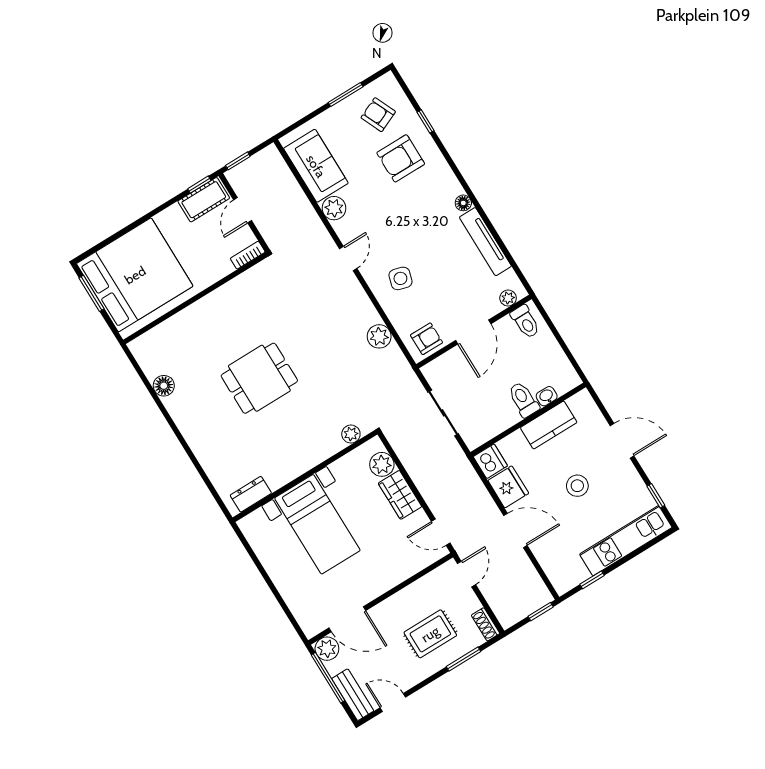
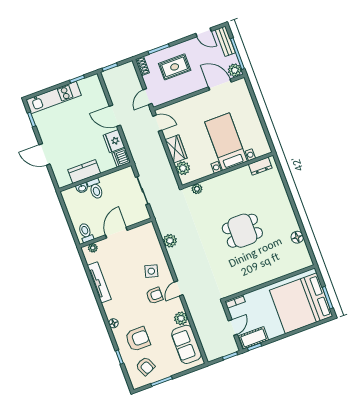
floor lamp: (463, 203) -> (113, 323), moved
armchair: (427, 339) -> (155, 295), moved, turned 180
stool: (577, 486) -> (75, 134), removed

